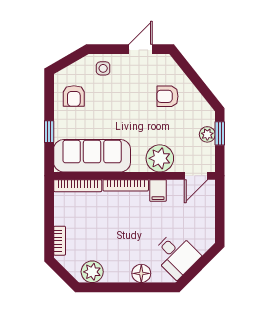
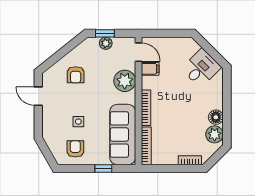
side table: (103, 68) -> (78, 122), moved
armchair: (74, 96) -> (75, 149), turned -90
filing cabinet: (158, 190) -> (150, 69), moved
floor lamp: (141, 273) -> (216, 117), moved

